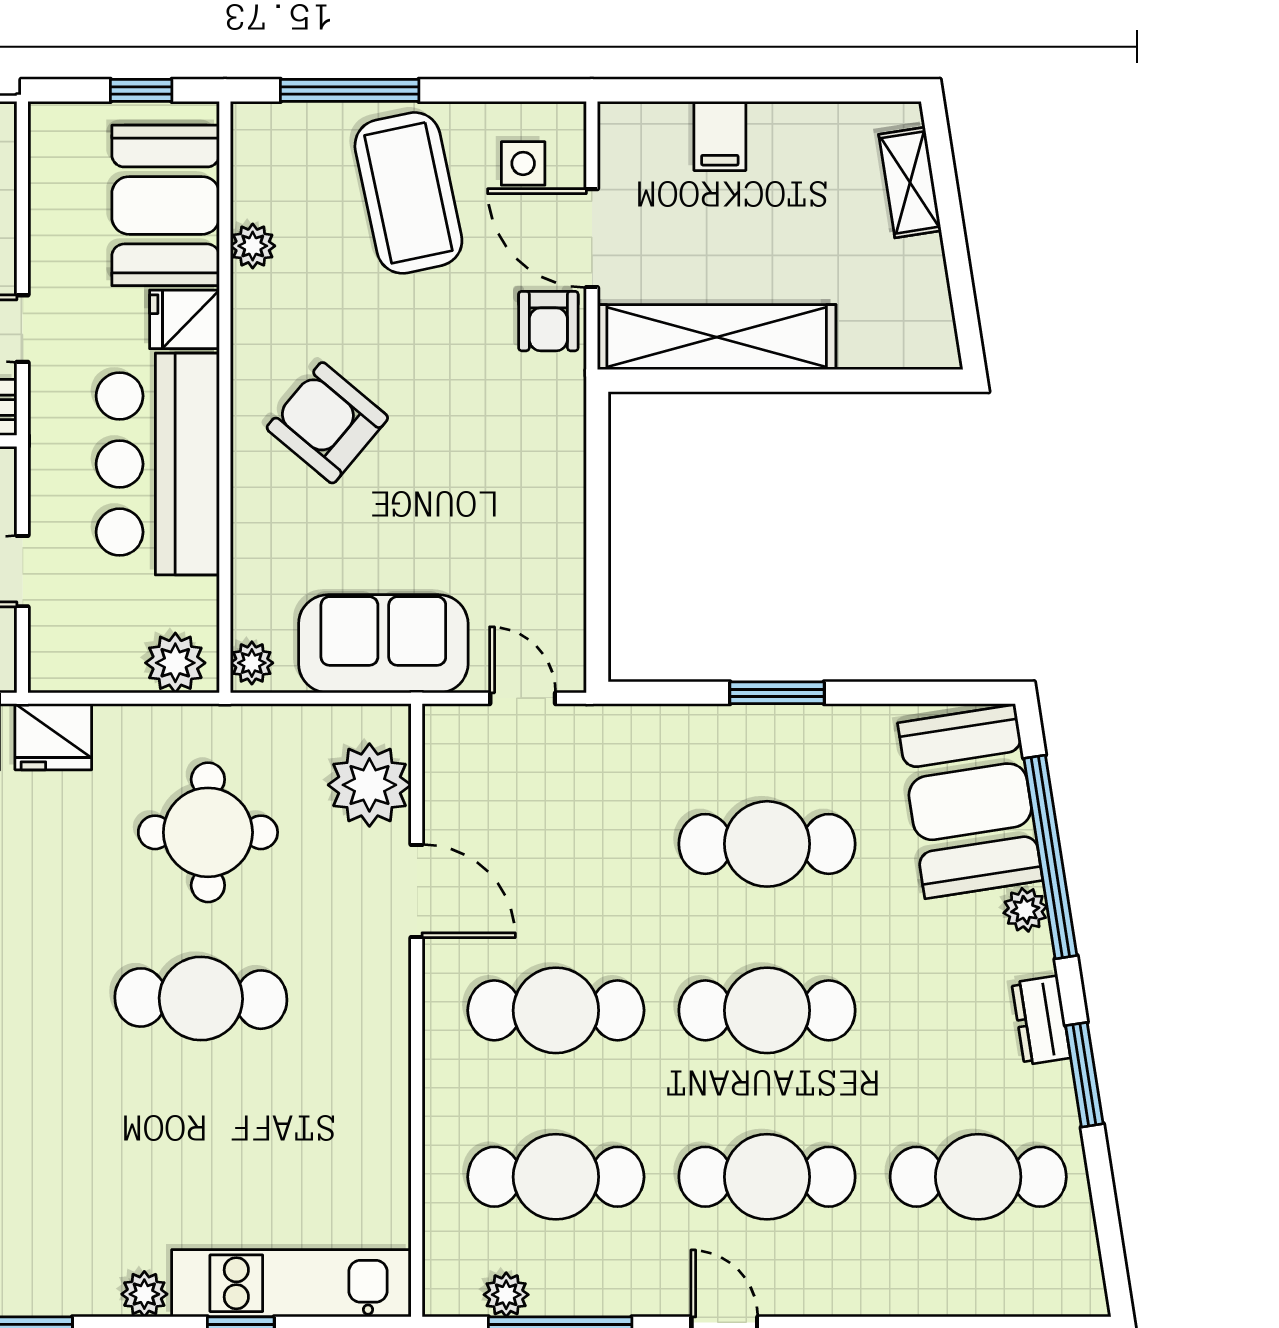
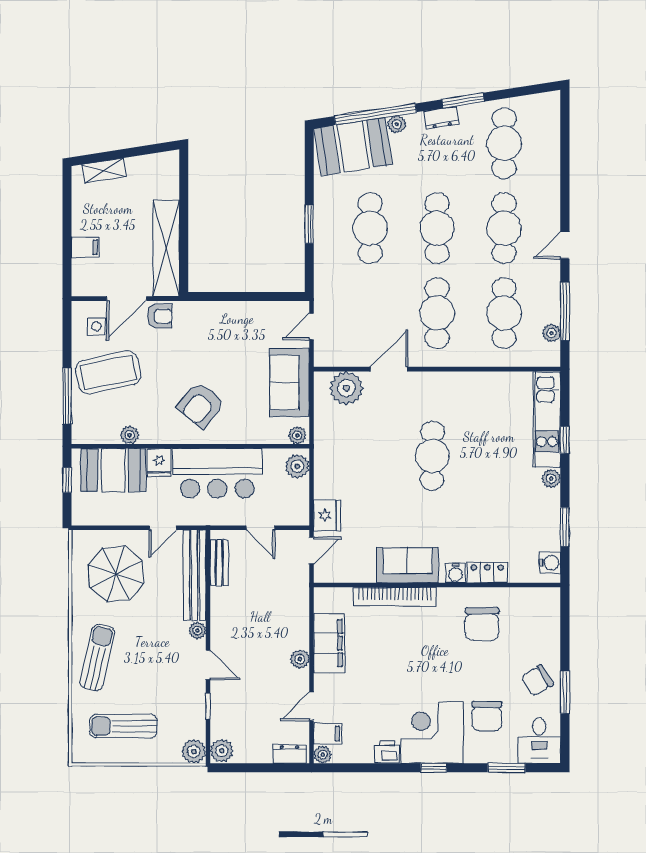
round table: (208, 832) -> (365, 453), removed

